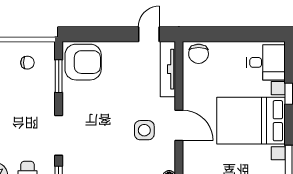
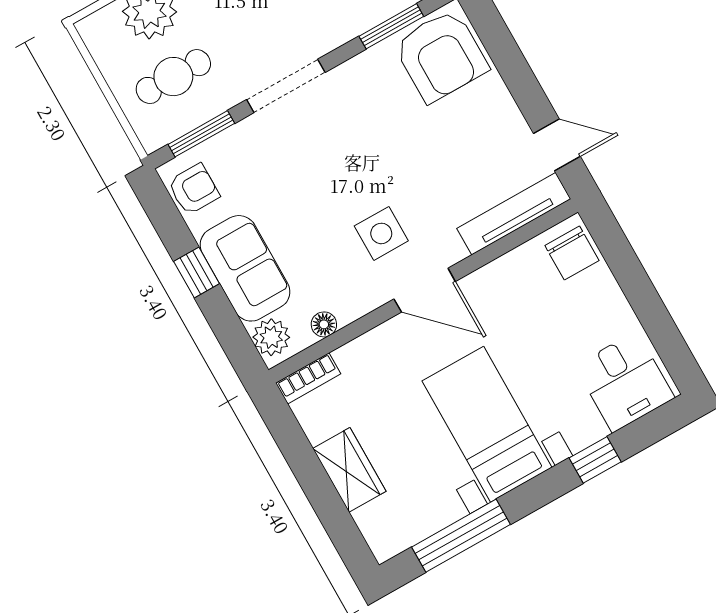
chair: (199, 54) -> (572, 253), turned -90
bed with nightstands: (251, 121) -> (487, 424), width x0.73
door: (179, 125) -> (425, 290), hinge flipped

